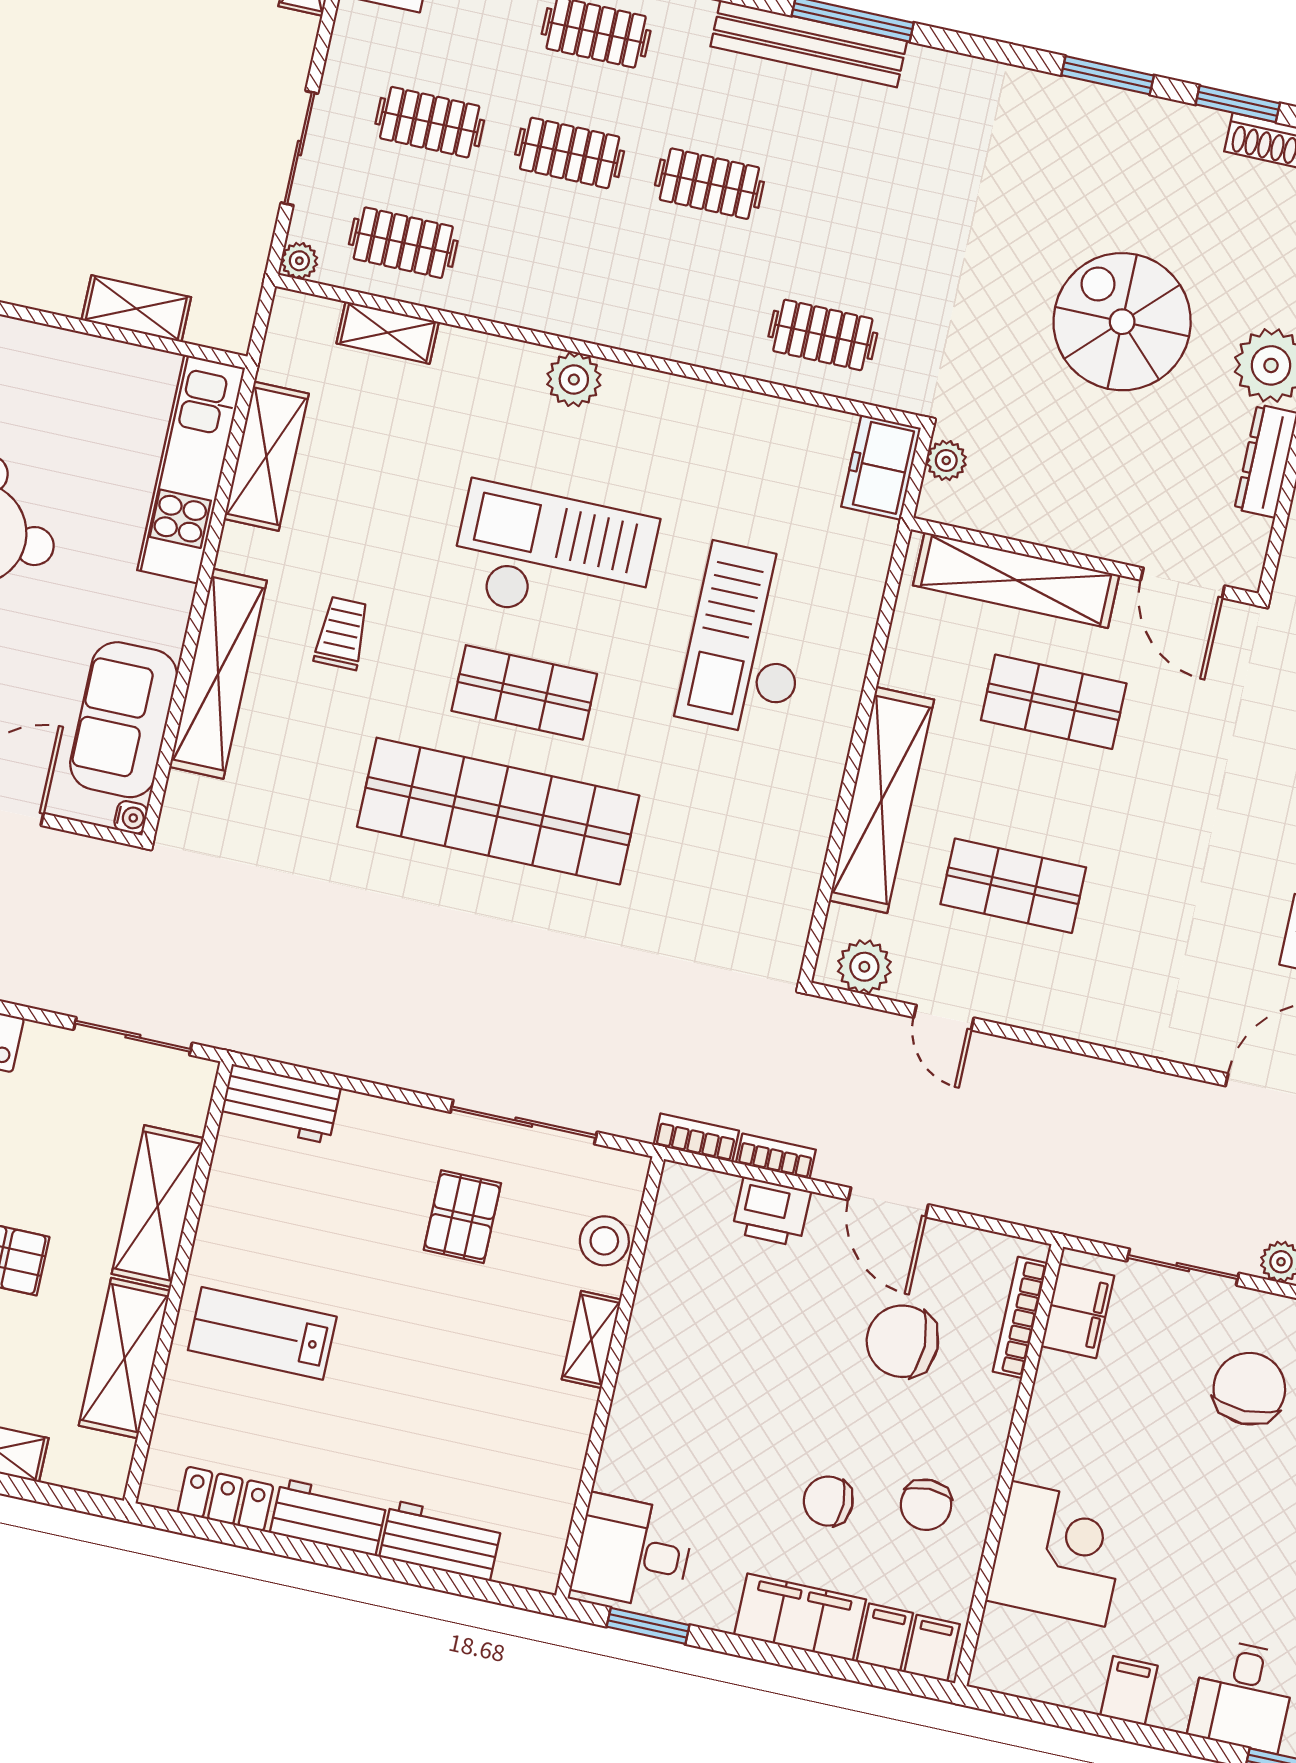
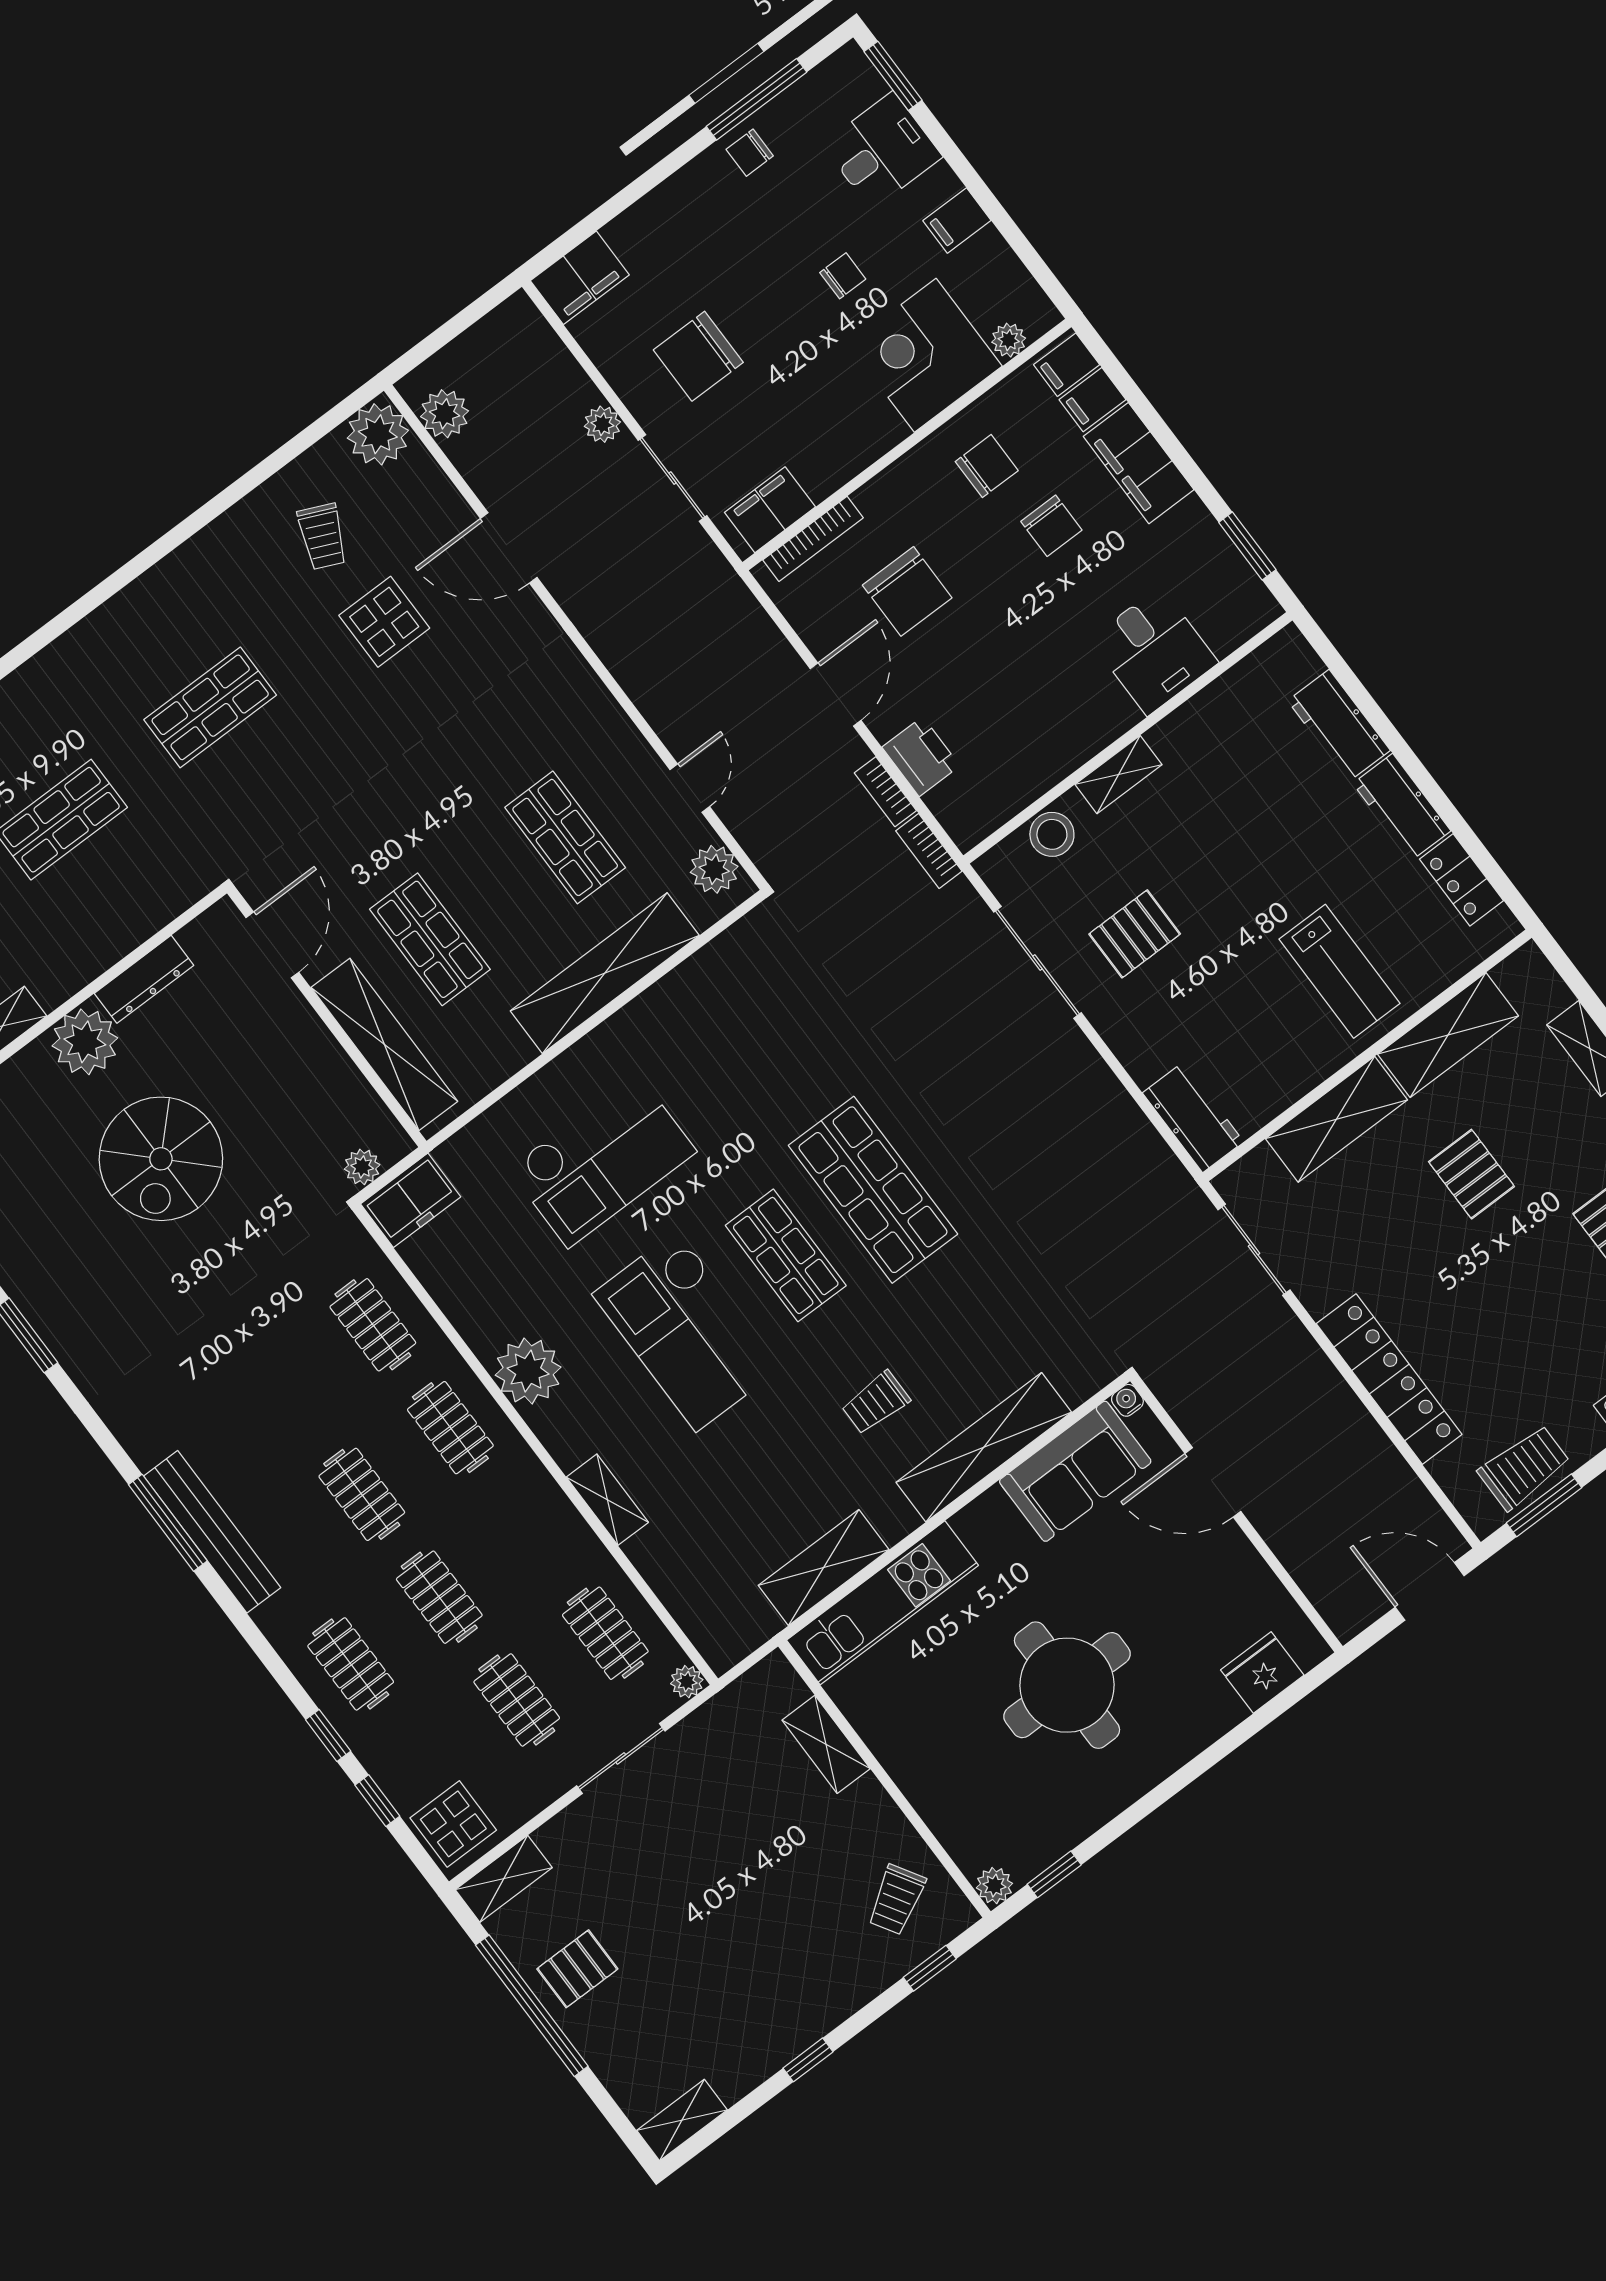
clothes rail: (683, 304) -> (450, 1428), added
shelving: (388, 333) -> (607, 1500), moved
plant: (574, 380) -> (528, 1371), moved, width x1.36, depth x1.36
shop shelf: (498, 811) -> (873, 1190), width x0.71
desk: (633, 1552) -> (1154, 651), moved
chair: (1185, 1561) -> (843, 276), added
plant: (999, 1627) -> (1009, 340), added

